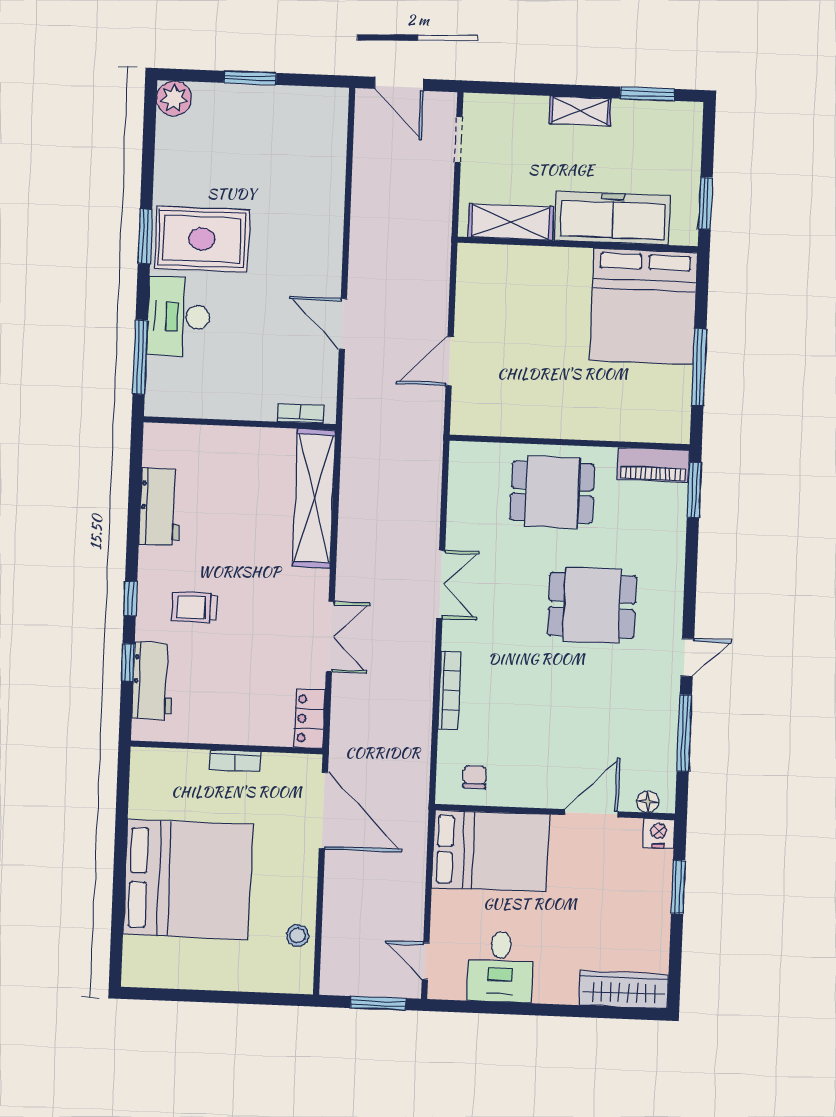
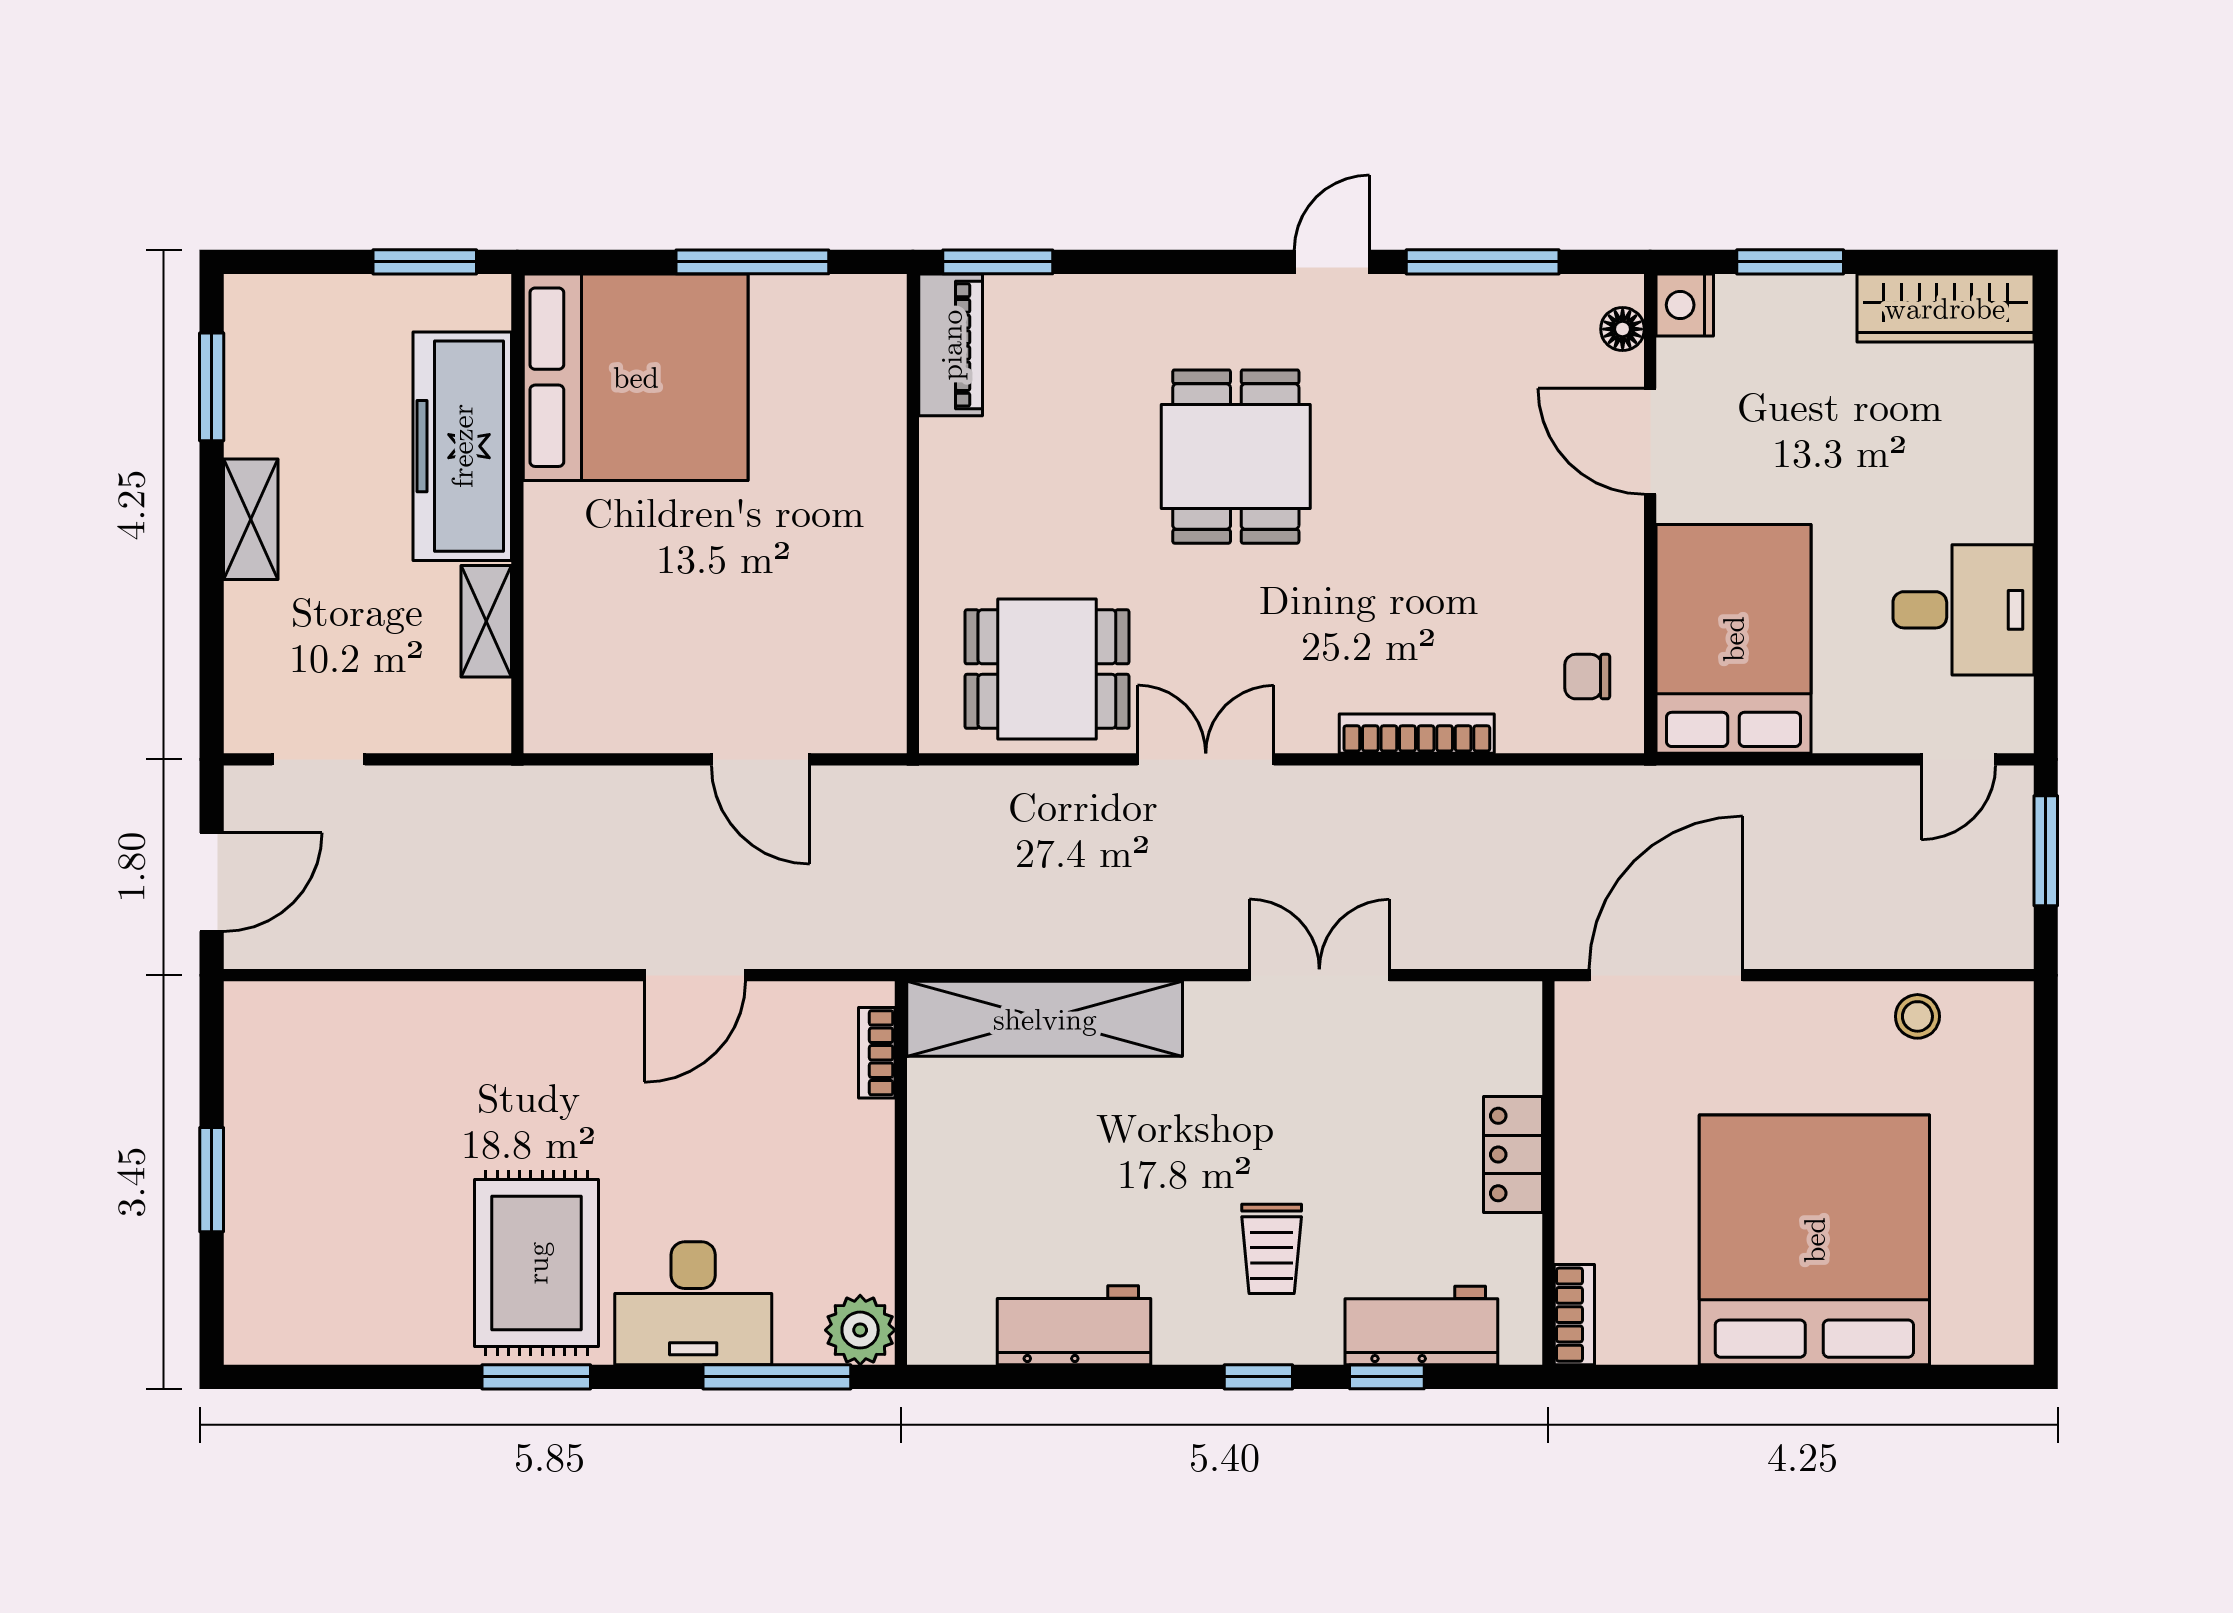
plant: (174, 98) -> (860, 1330), moved
shelving: (511, 222) -> (486, 621), width x0.67, depth x0.75
dining table: (552, 492) -> (1047, 669), moved, turned 90
door: (687, 657) -> (1332, 262), hinge flipped
locker: (309, 719) -> (1513, 1155), moved, turned 90
bookcase: (235, 761) -> (1574, 1315), moved
wardrobe: (624, 990) -> (1945, 308), moved, turned -90

